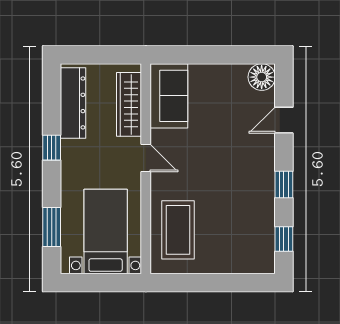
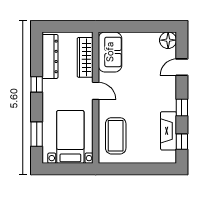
fireplace: (262, 222) -> (169, 131), added

